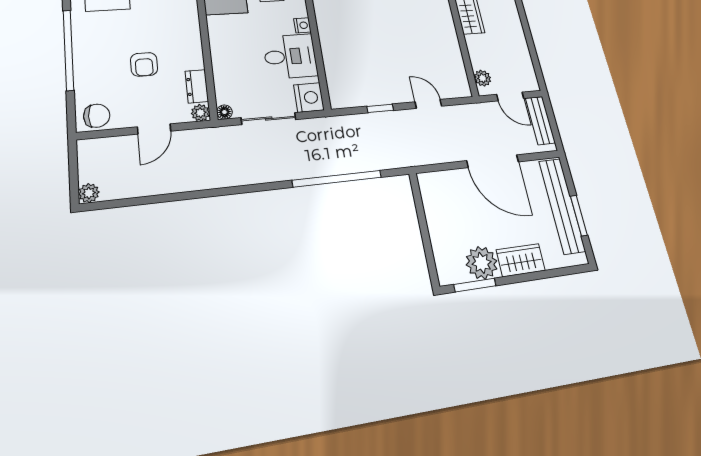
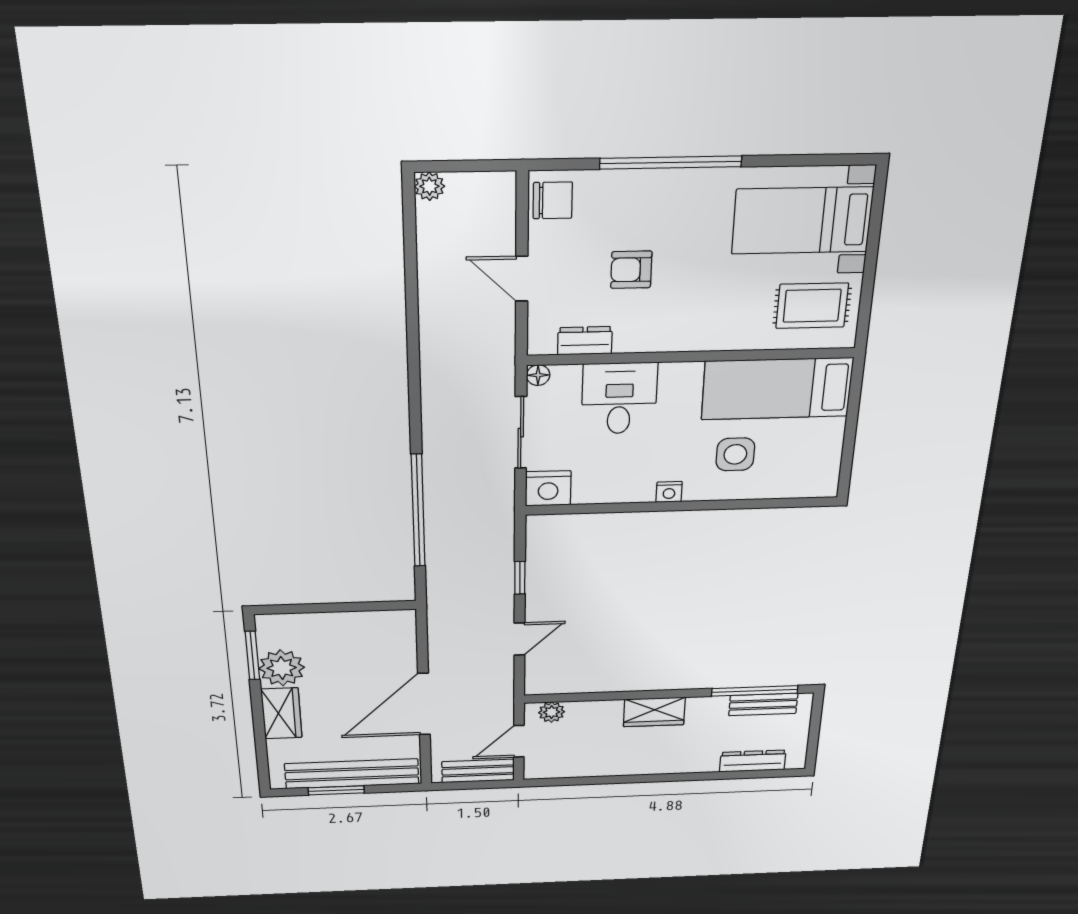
desk: (290, 56) -> (619, 398), moved, turned 180
plant: (200, 113) -> (541, 343), removed
chair: (97, 116) -> (553, 200), turned -90

